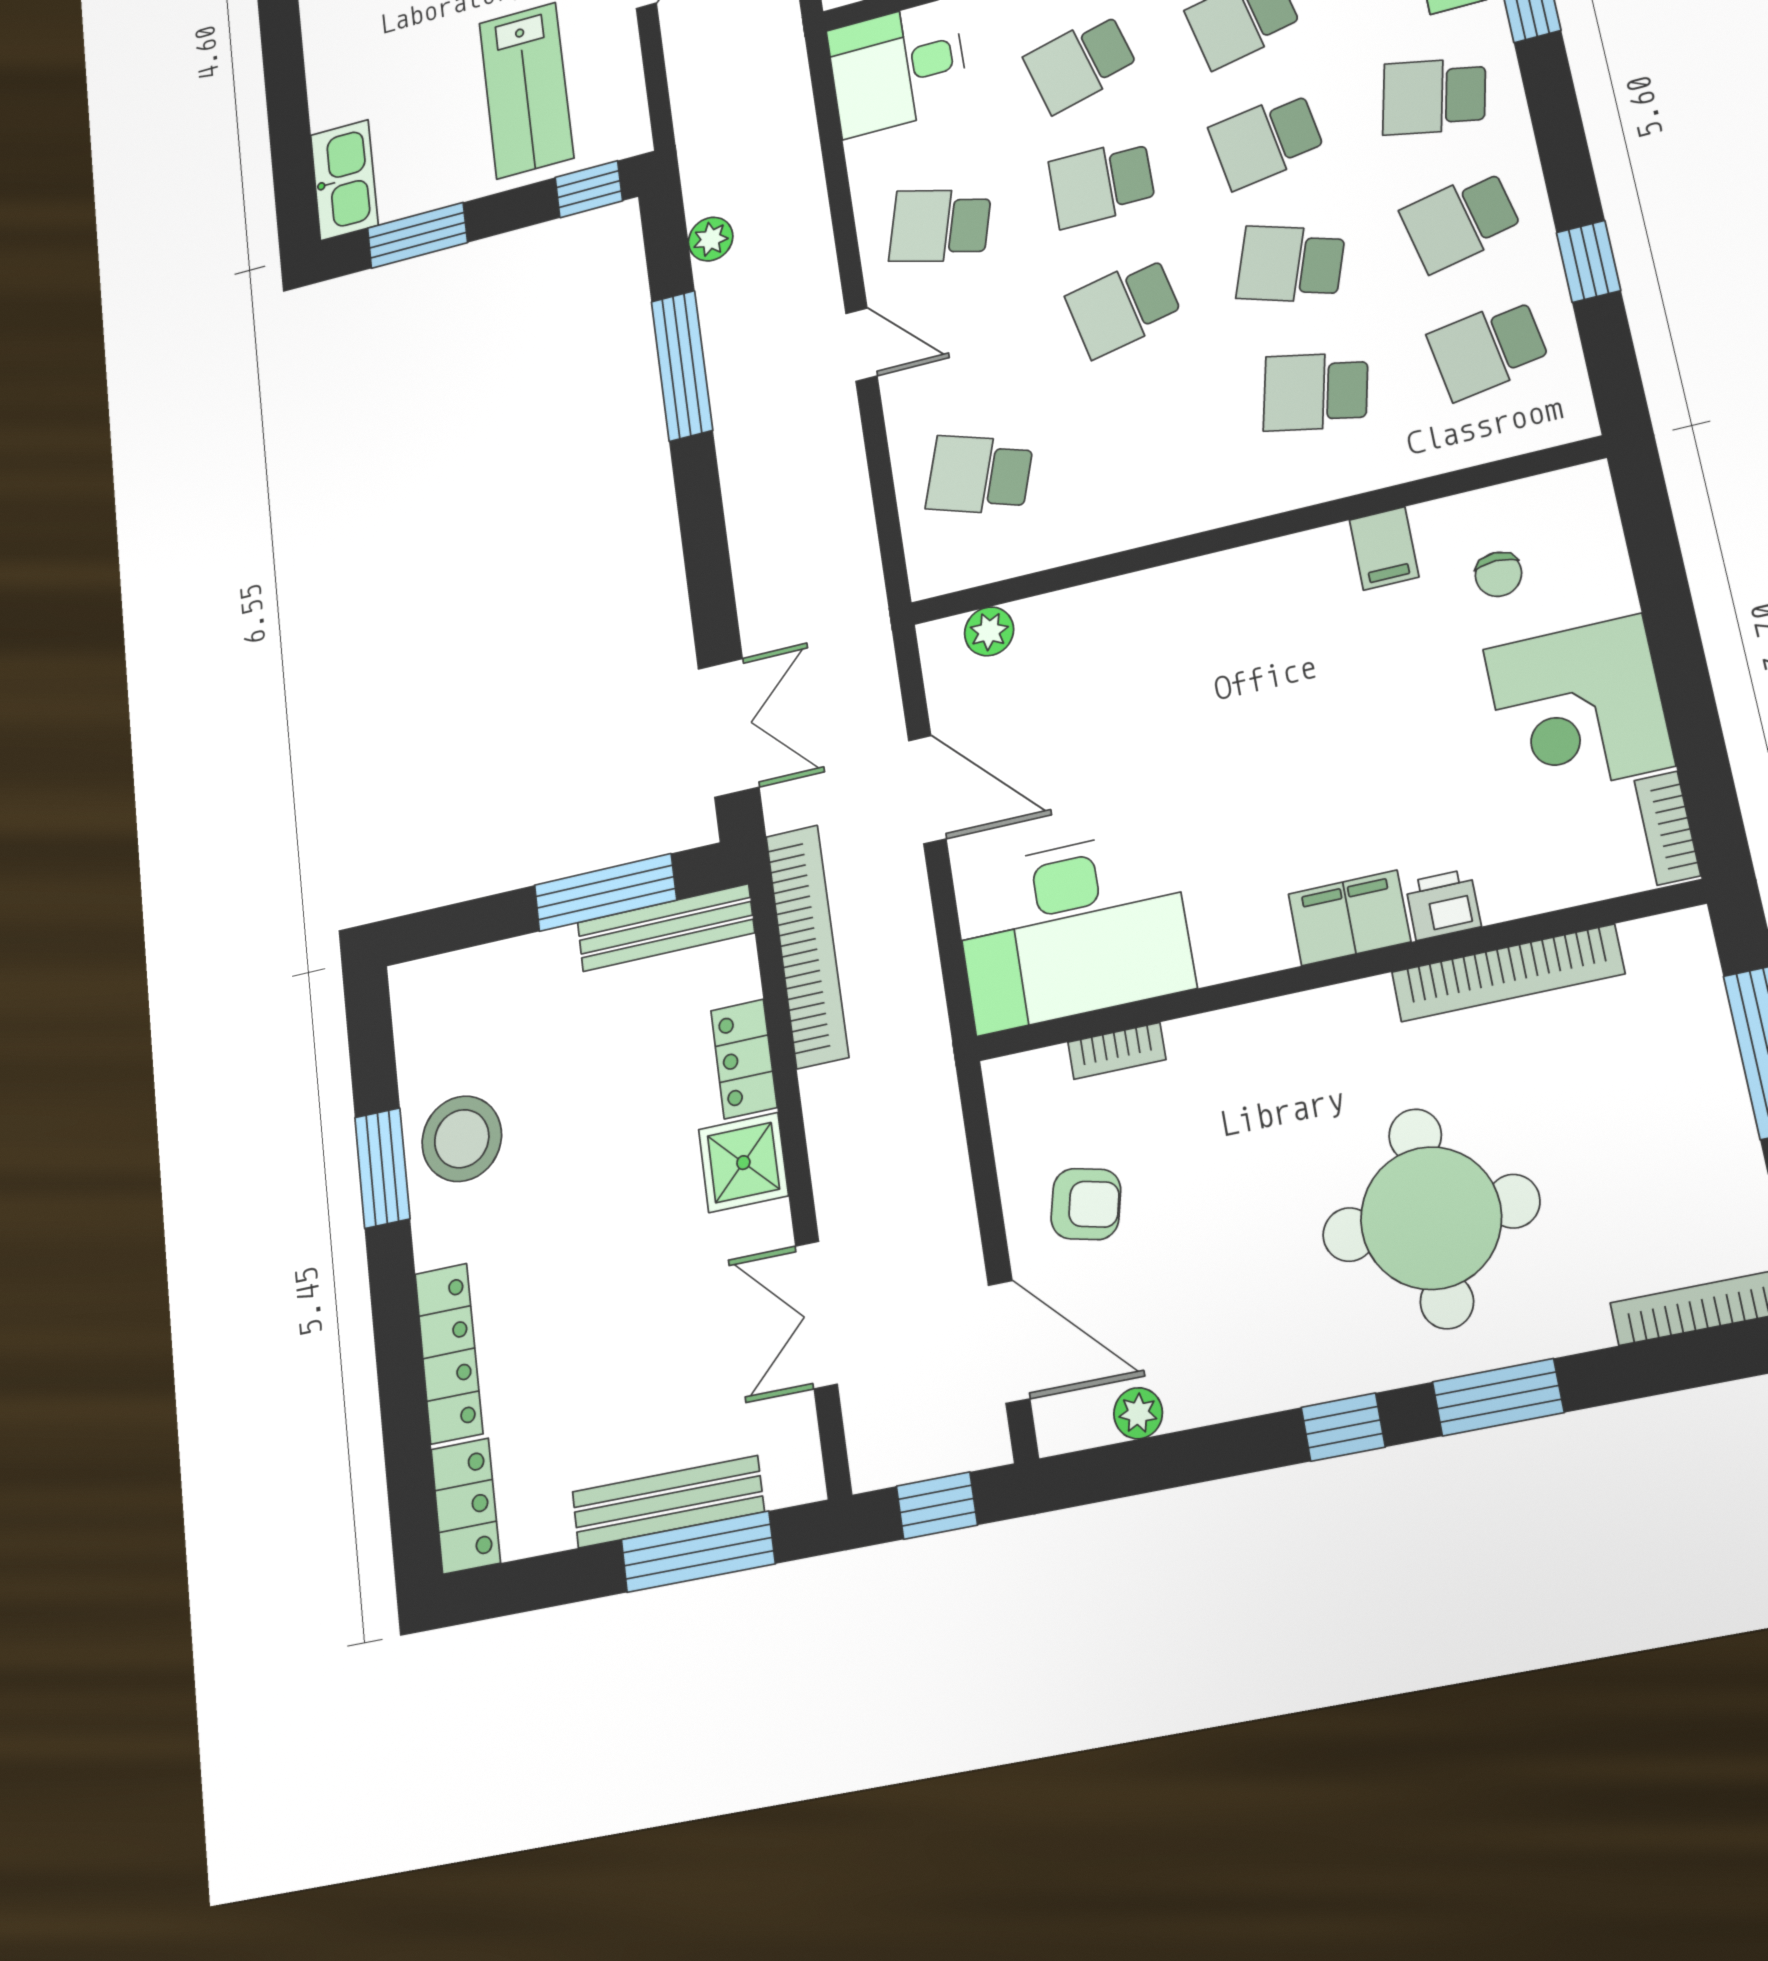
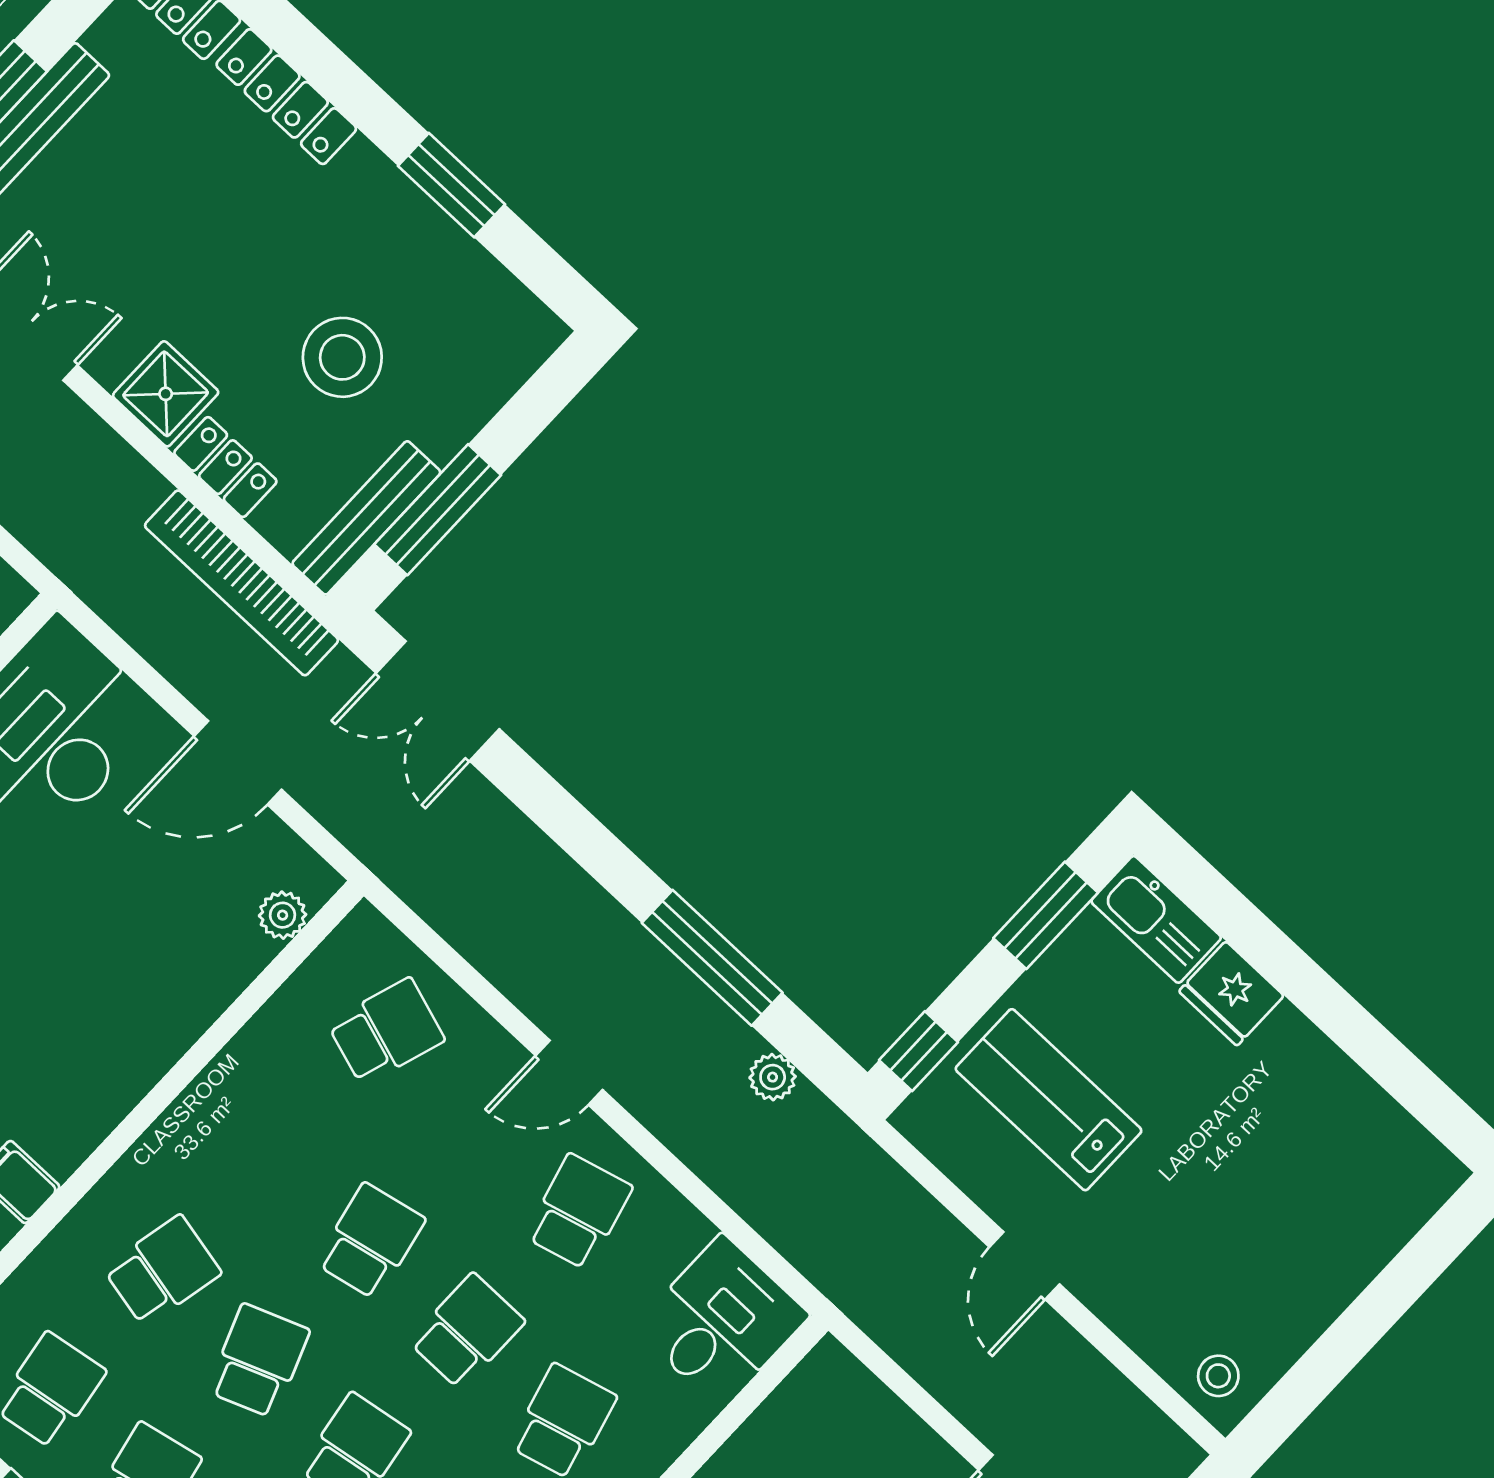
fridge: (338, 89) -> (1231, 993), added
school desk: (940, 226) -> (579, 1212), turned -30
school desk: (1291, 264) -> (259, 1361), turned -39
stool: (462, 1139) -> (342, 357), moved

